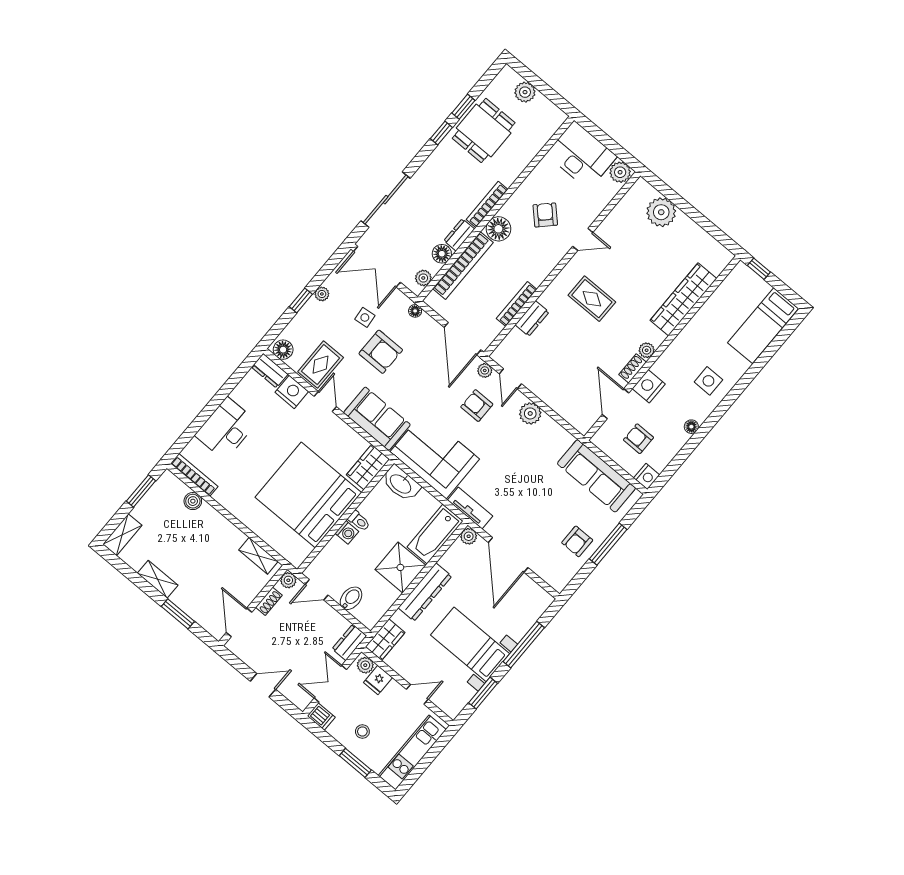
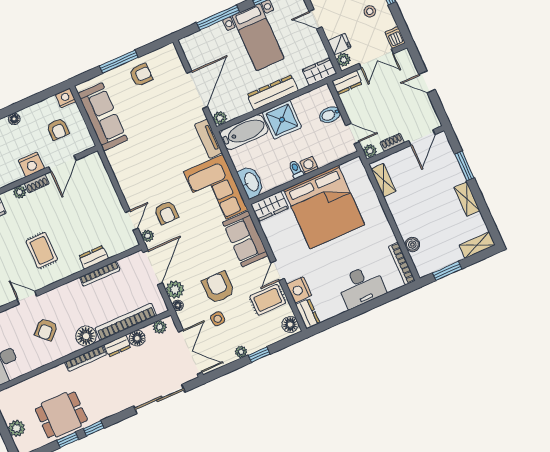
plant: (530, 413) -> (175, 290), moved

